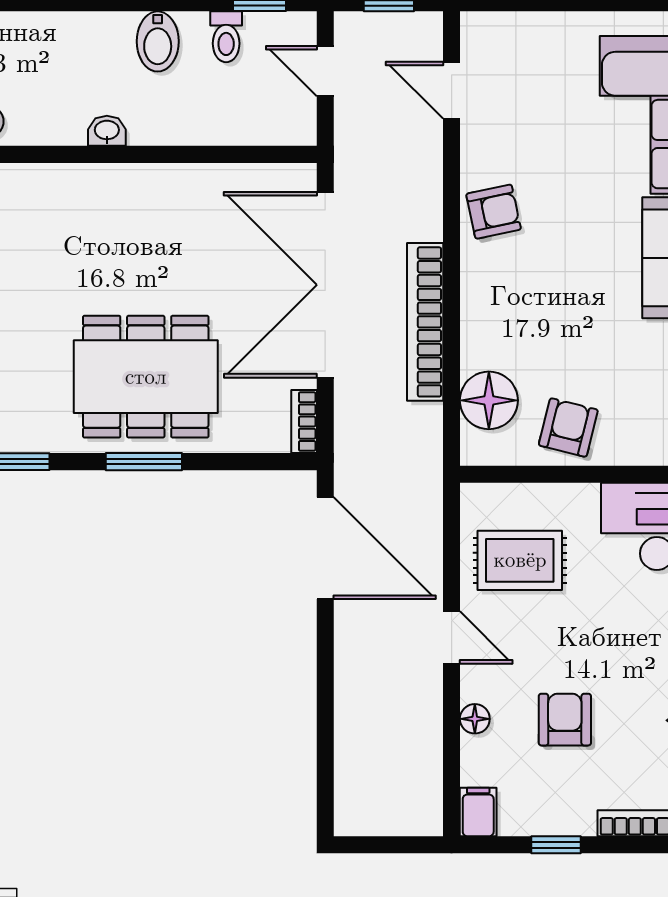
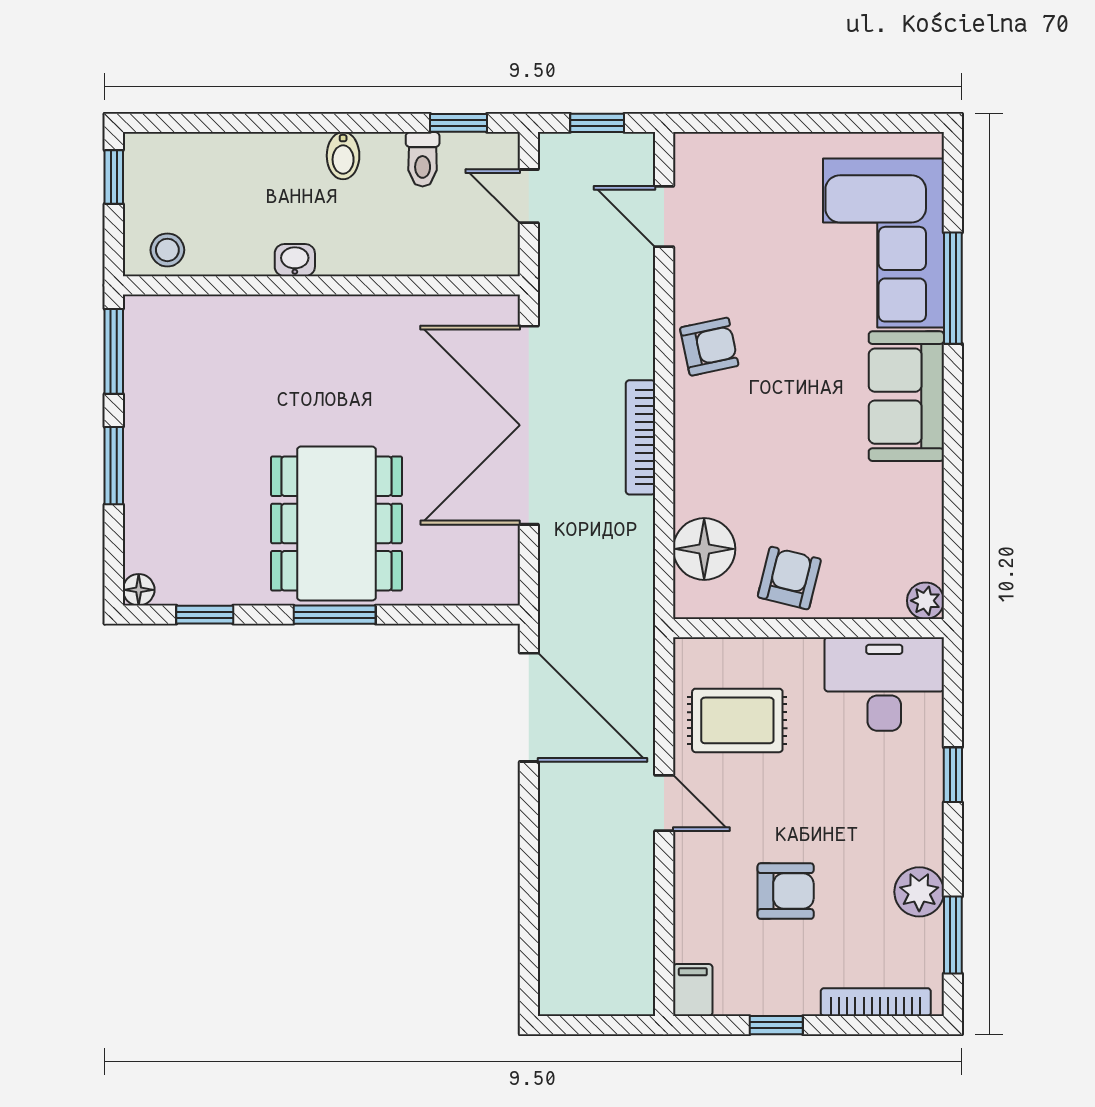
bidet: (158, 41) -> (343, 156), width x0.72, depth x0.74
bookcase: (425, 322) -> (641, 437), width x0.68, depth x0.76
dining table: (146, 377) -> (336, 524), turned 90
bookcase: (304, 422) -> (506, 572), removed
floor lamp: (475, 719) -> (689, 890), removed
armchair: (565, 720) -> (786, 891), turned 90

